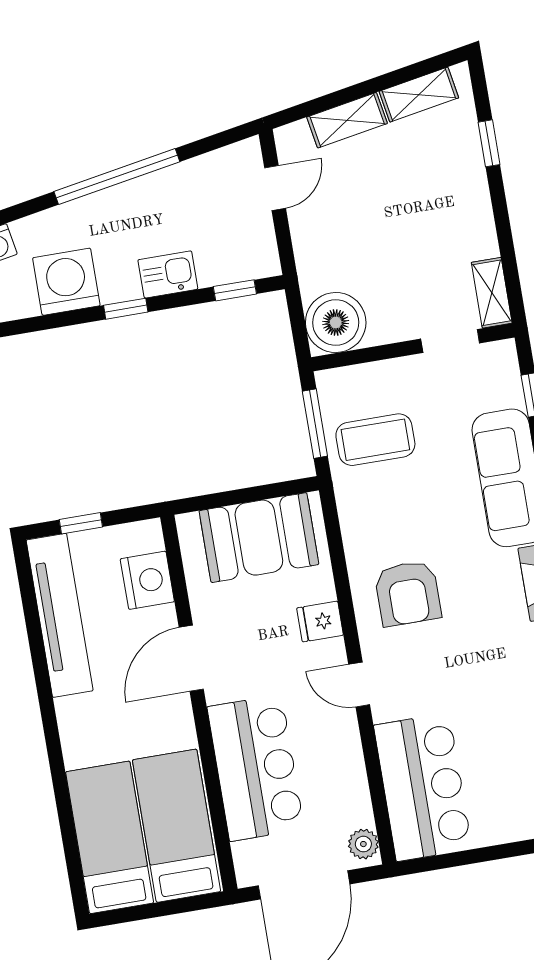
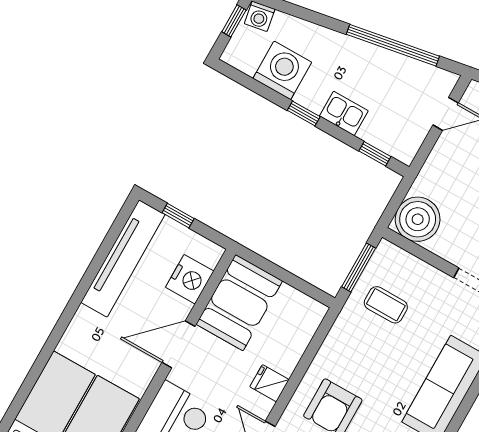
window: (117, 177) -> (393, 45), moved
coffee table: (375, 440) -> (386, 305), width x0.73, depth x0.77
booth: (259, 538) -> (239, 303), moved, turned 90

